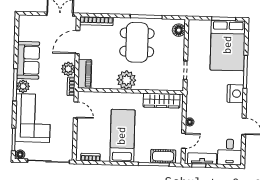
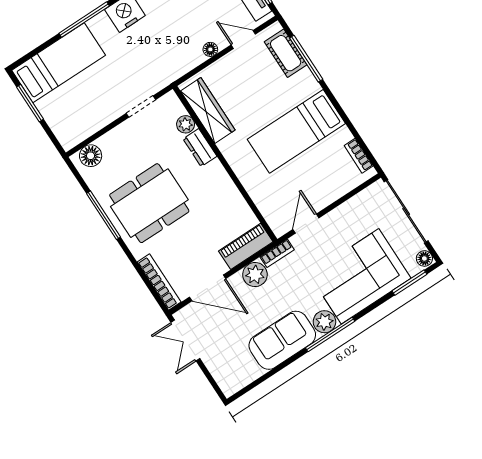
bed: (228, 45) -> (59, 63), width x0.67
plant: (126, 80) -> (186, 124), moved, width x0.53, depth x0.53
dresser: (147, 85) -> (200, 148), added

